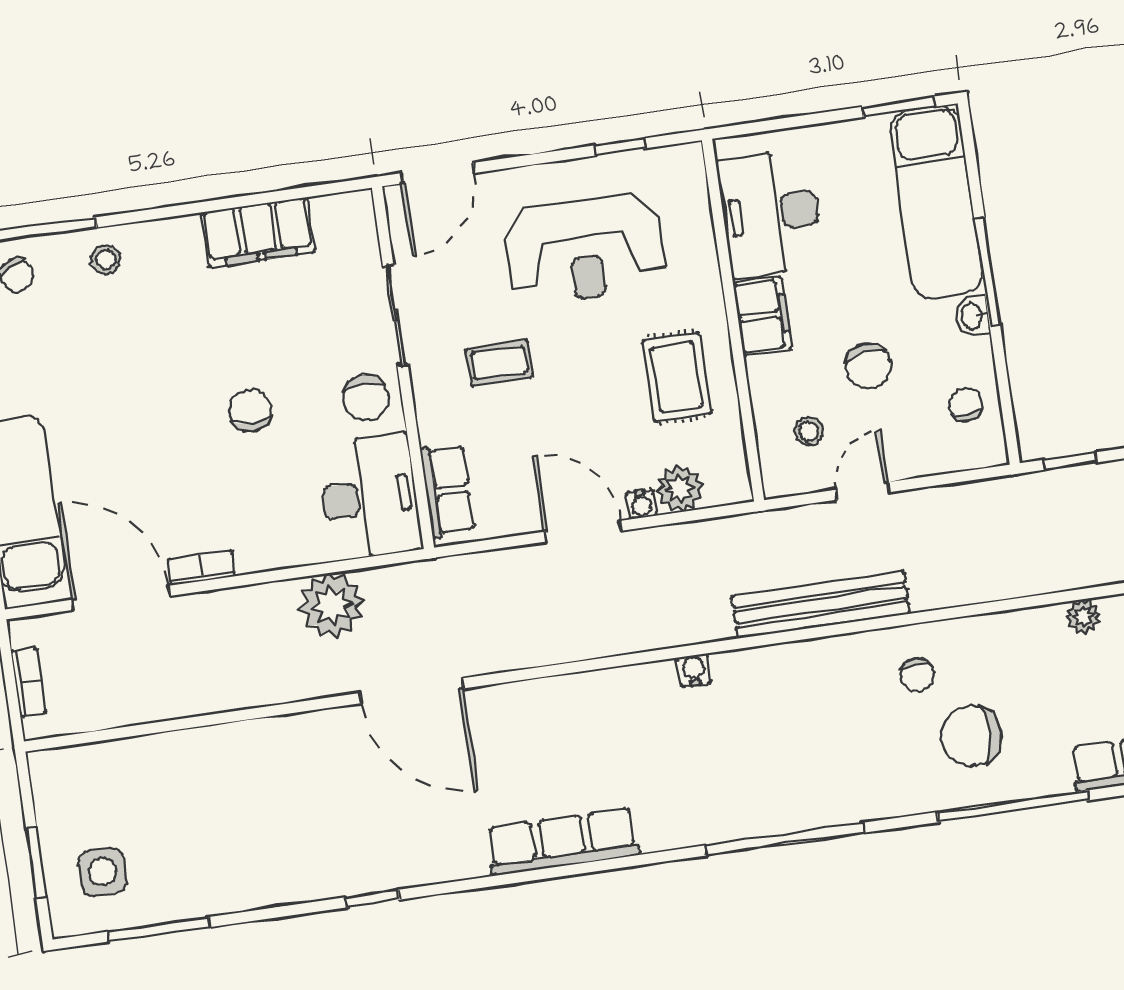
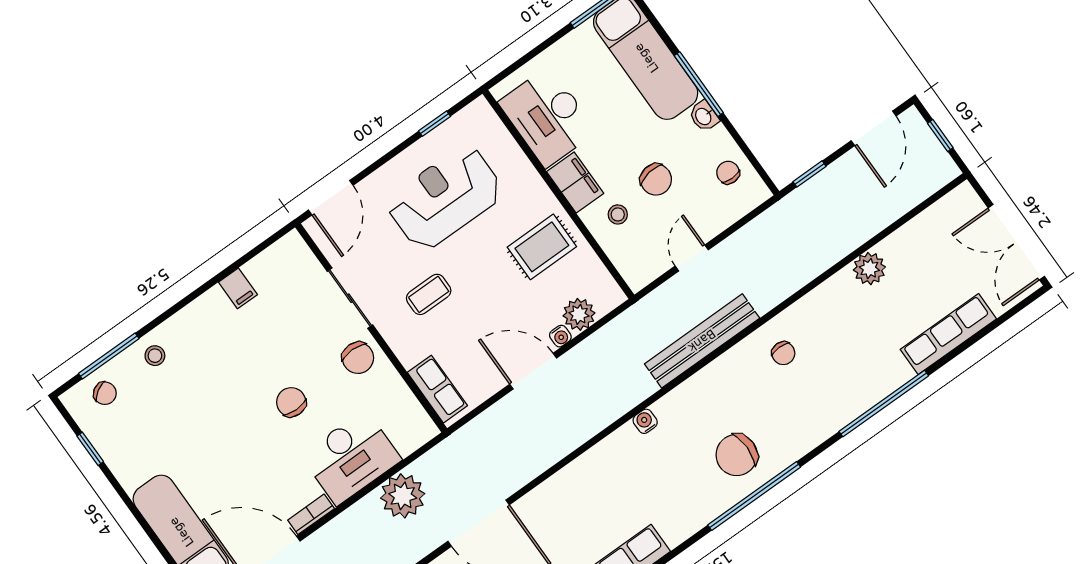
filing cabinet: (258, 232) -> (238, 288), width x0.33, depth x0.86
reception desk: (585, 249) -> (445, 198), turned 180
rug: (677, 377) -> (542, 247), turned 90
stool: (809, 431) -> (618, 214), moved
desk: (370, 497) -> (351, 457), moved, turned 90
plant: (1083, 616) -> (869, 269), width x1.38, depth x1.38
chair: (971, 736) -> (737, 455), moved

